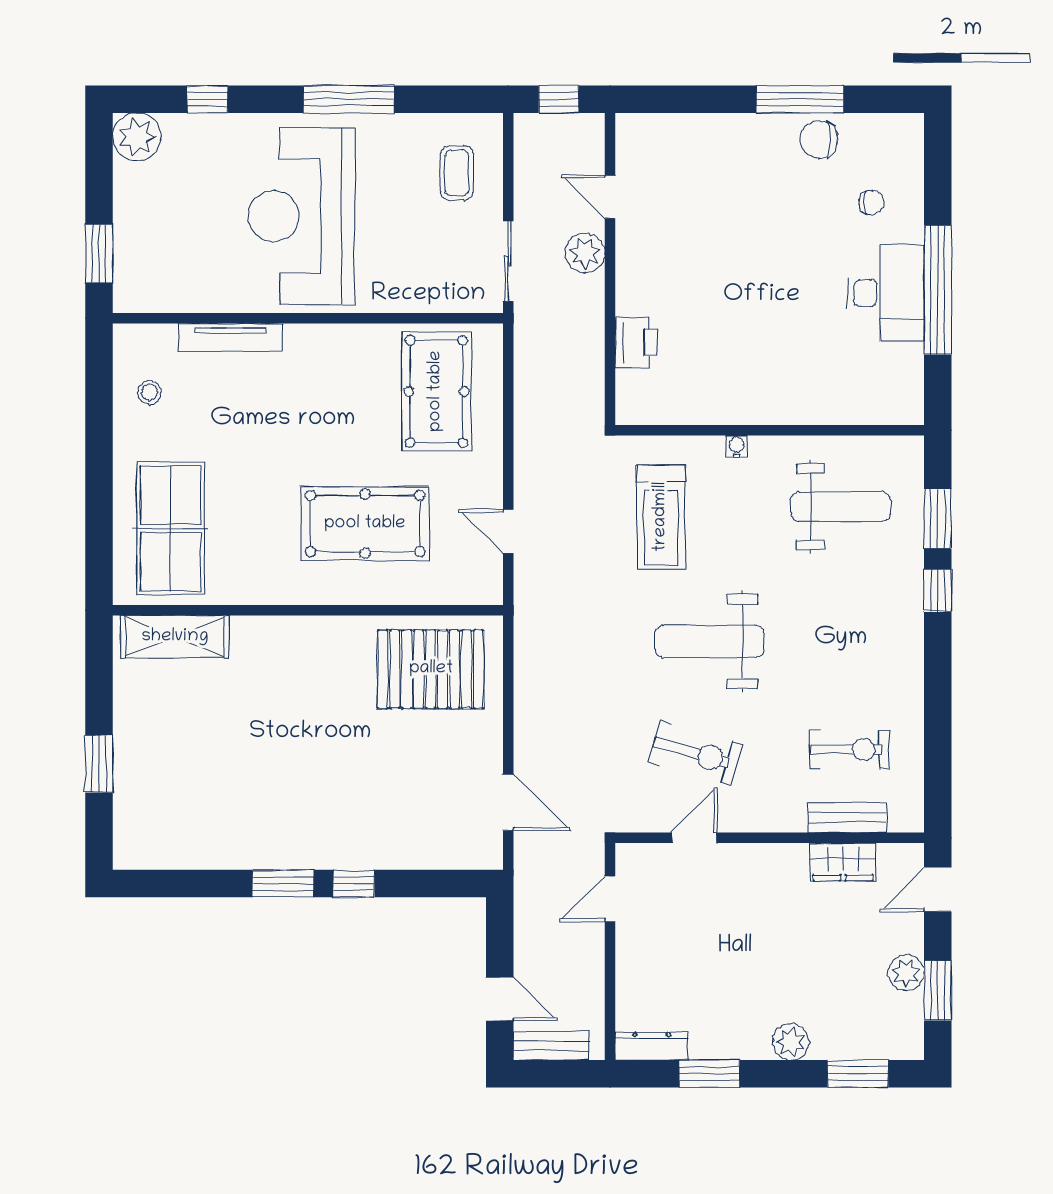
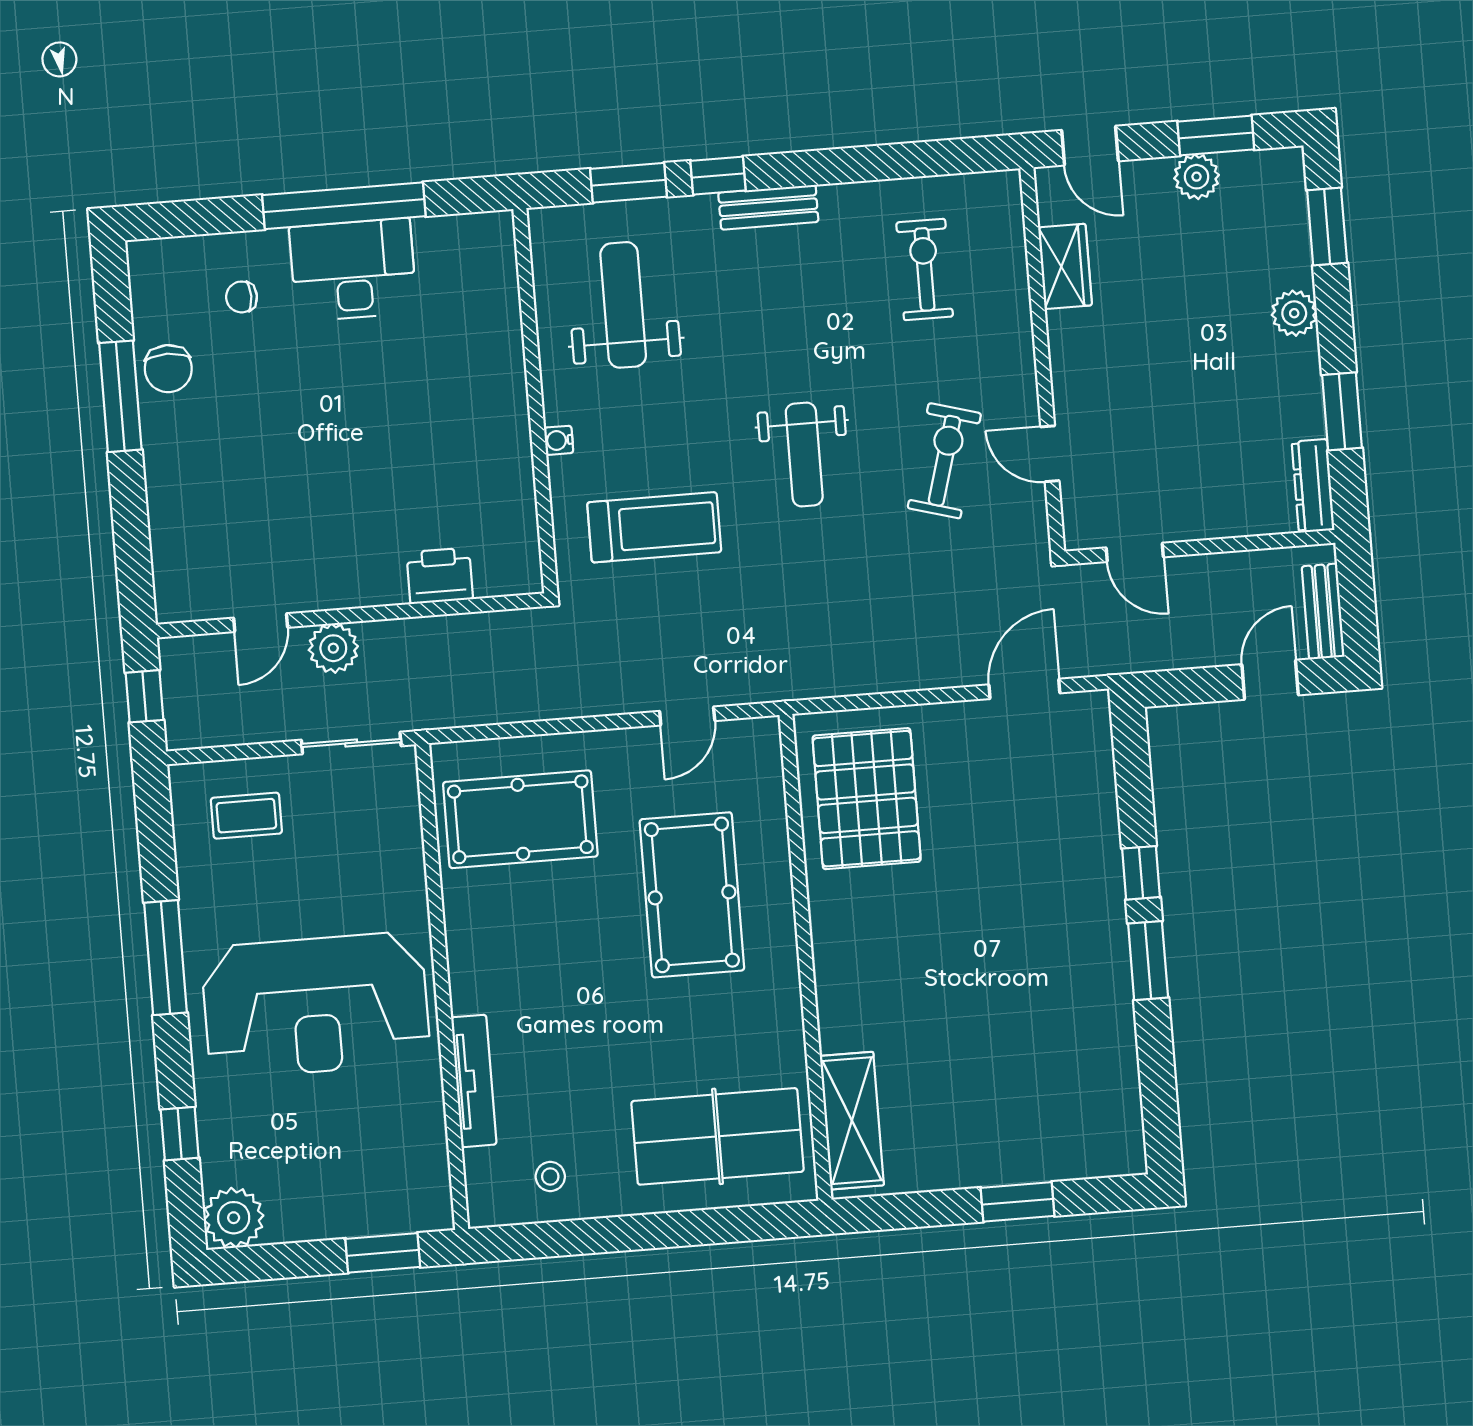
chair: (871, 202) -> (242, 297), turned -90
weight bench: (709, 641) -> (804, 455), width x0.73, depth x0.75
bench: (847, 818) -> (768, 207), moved, turned 90

